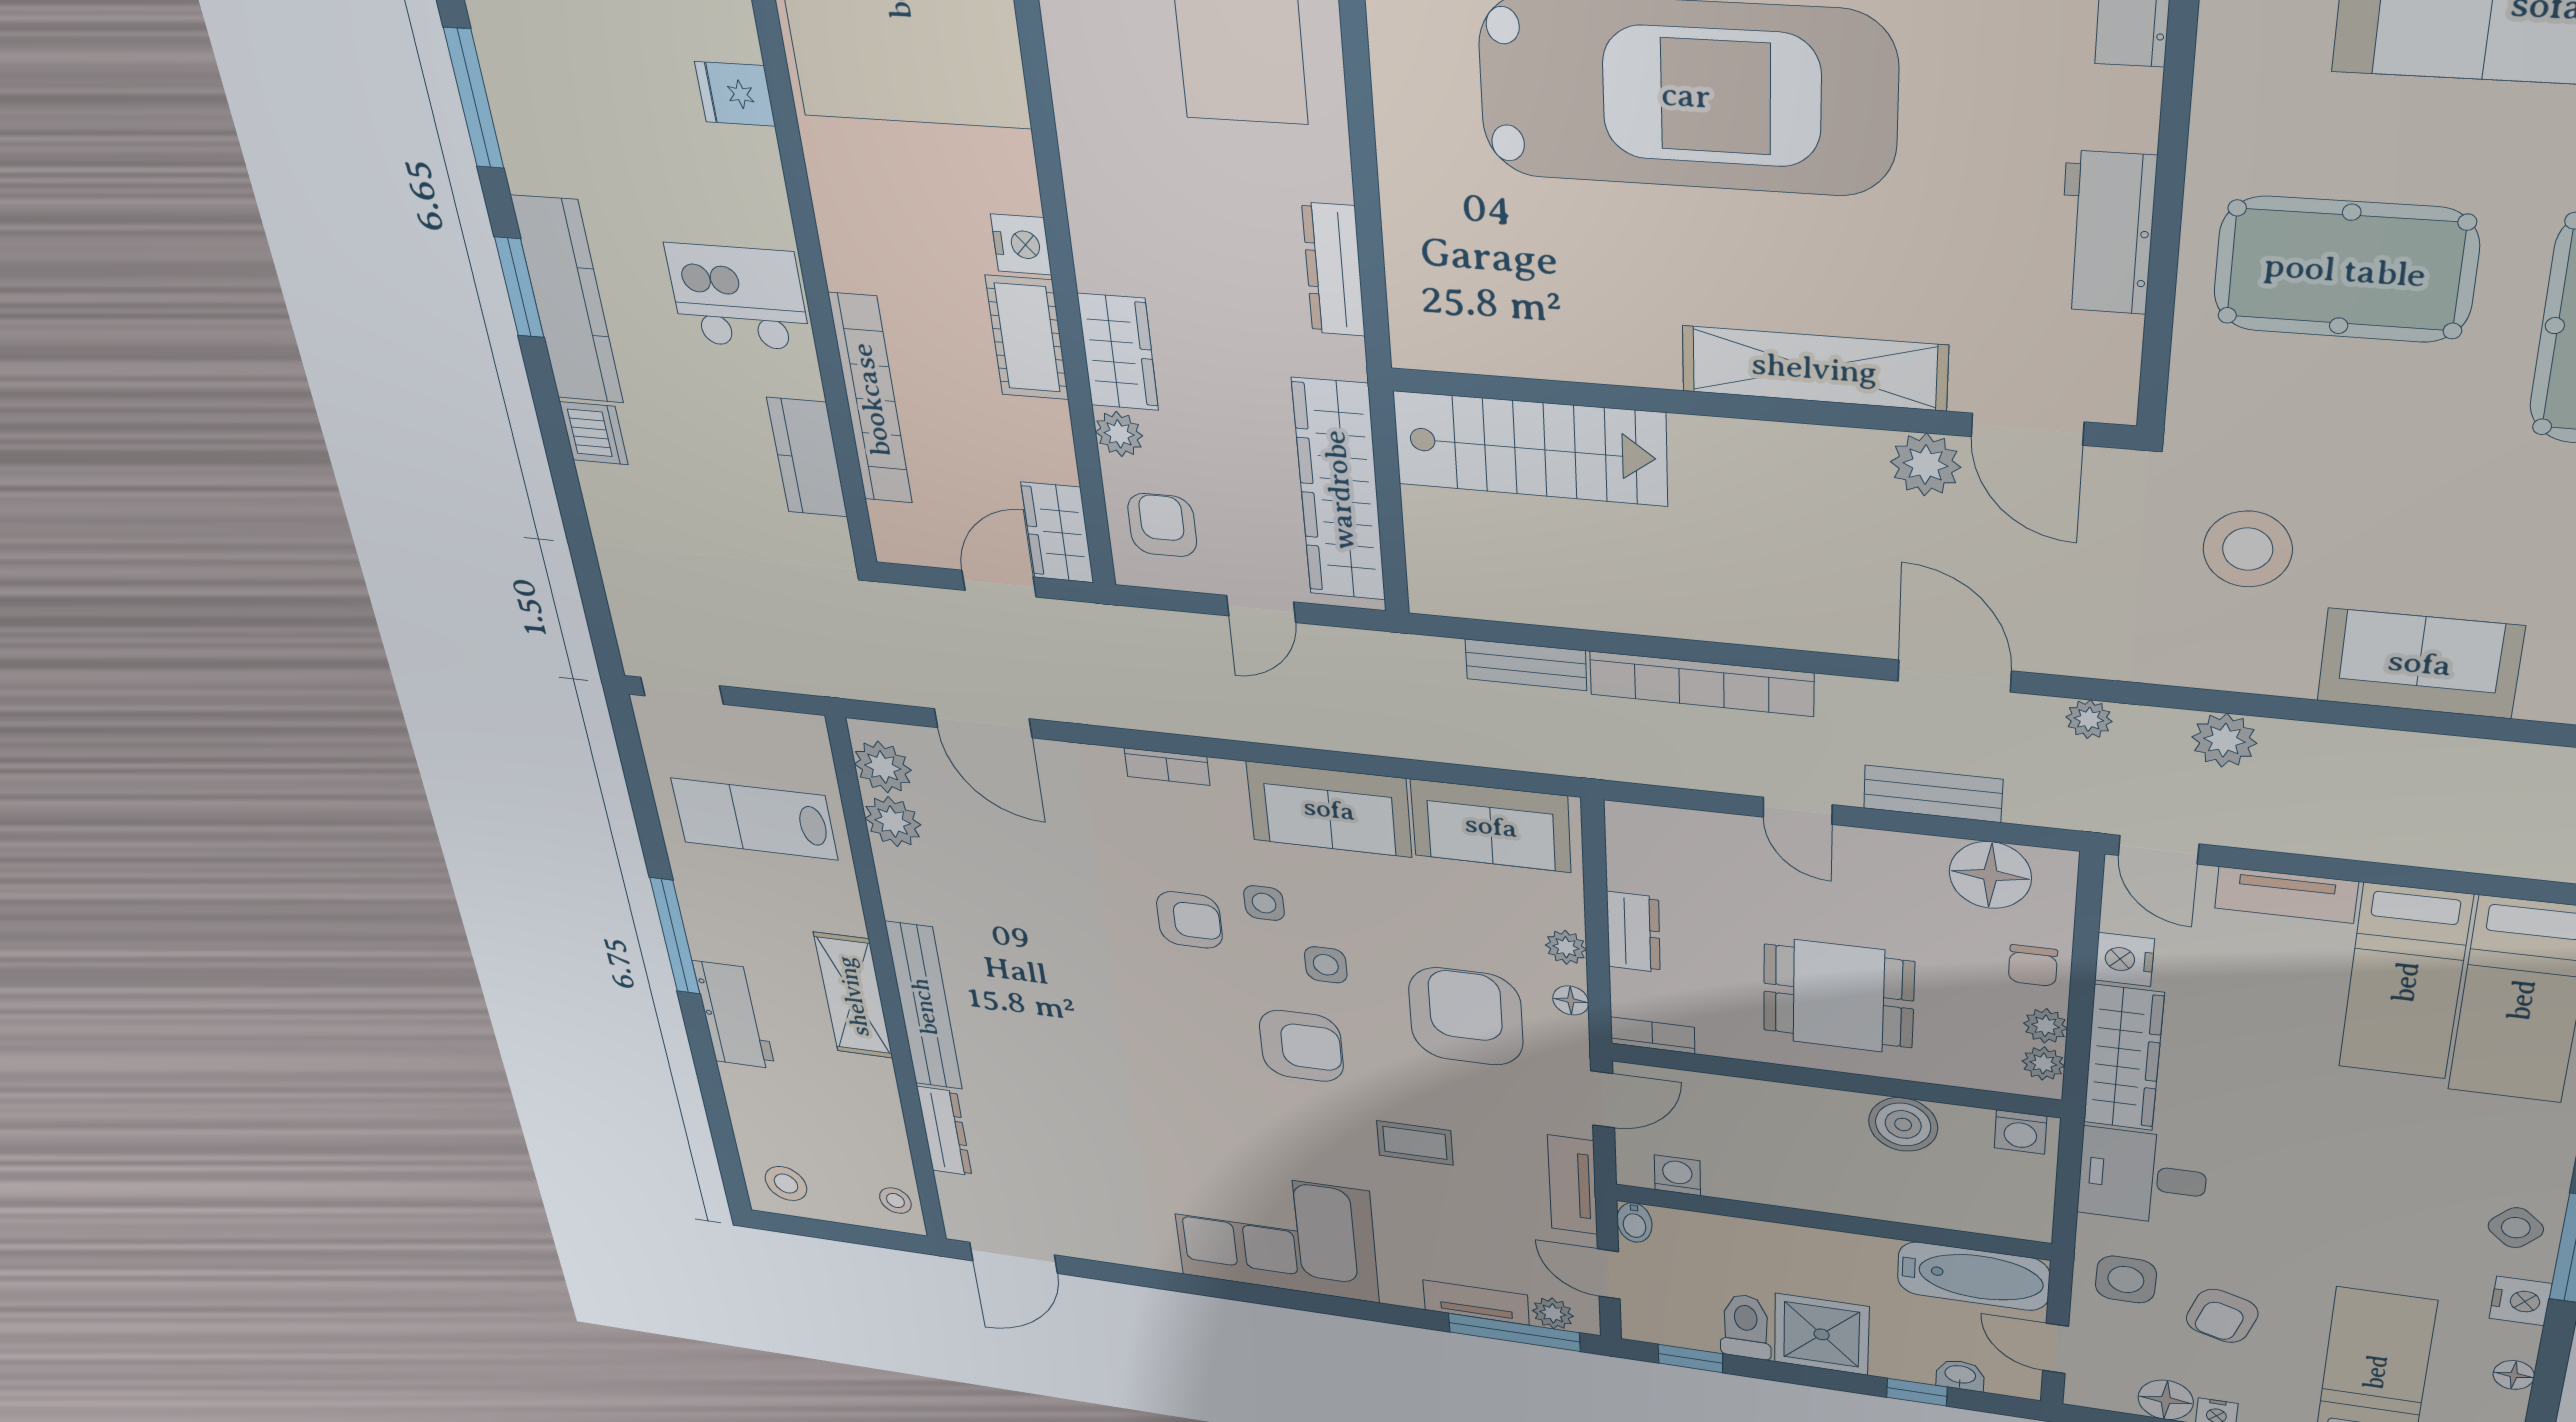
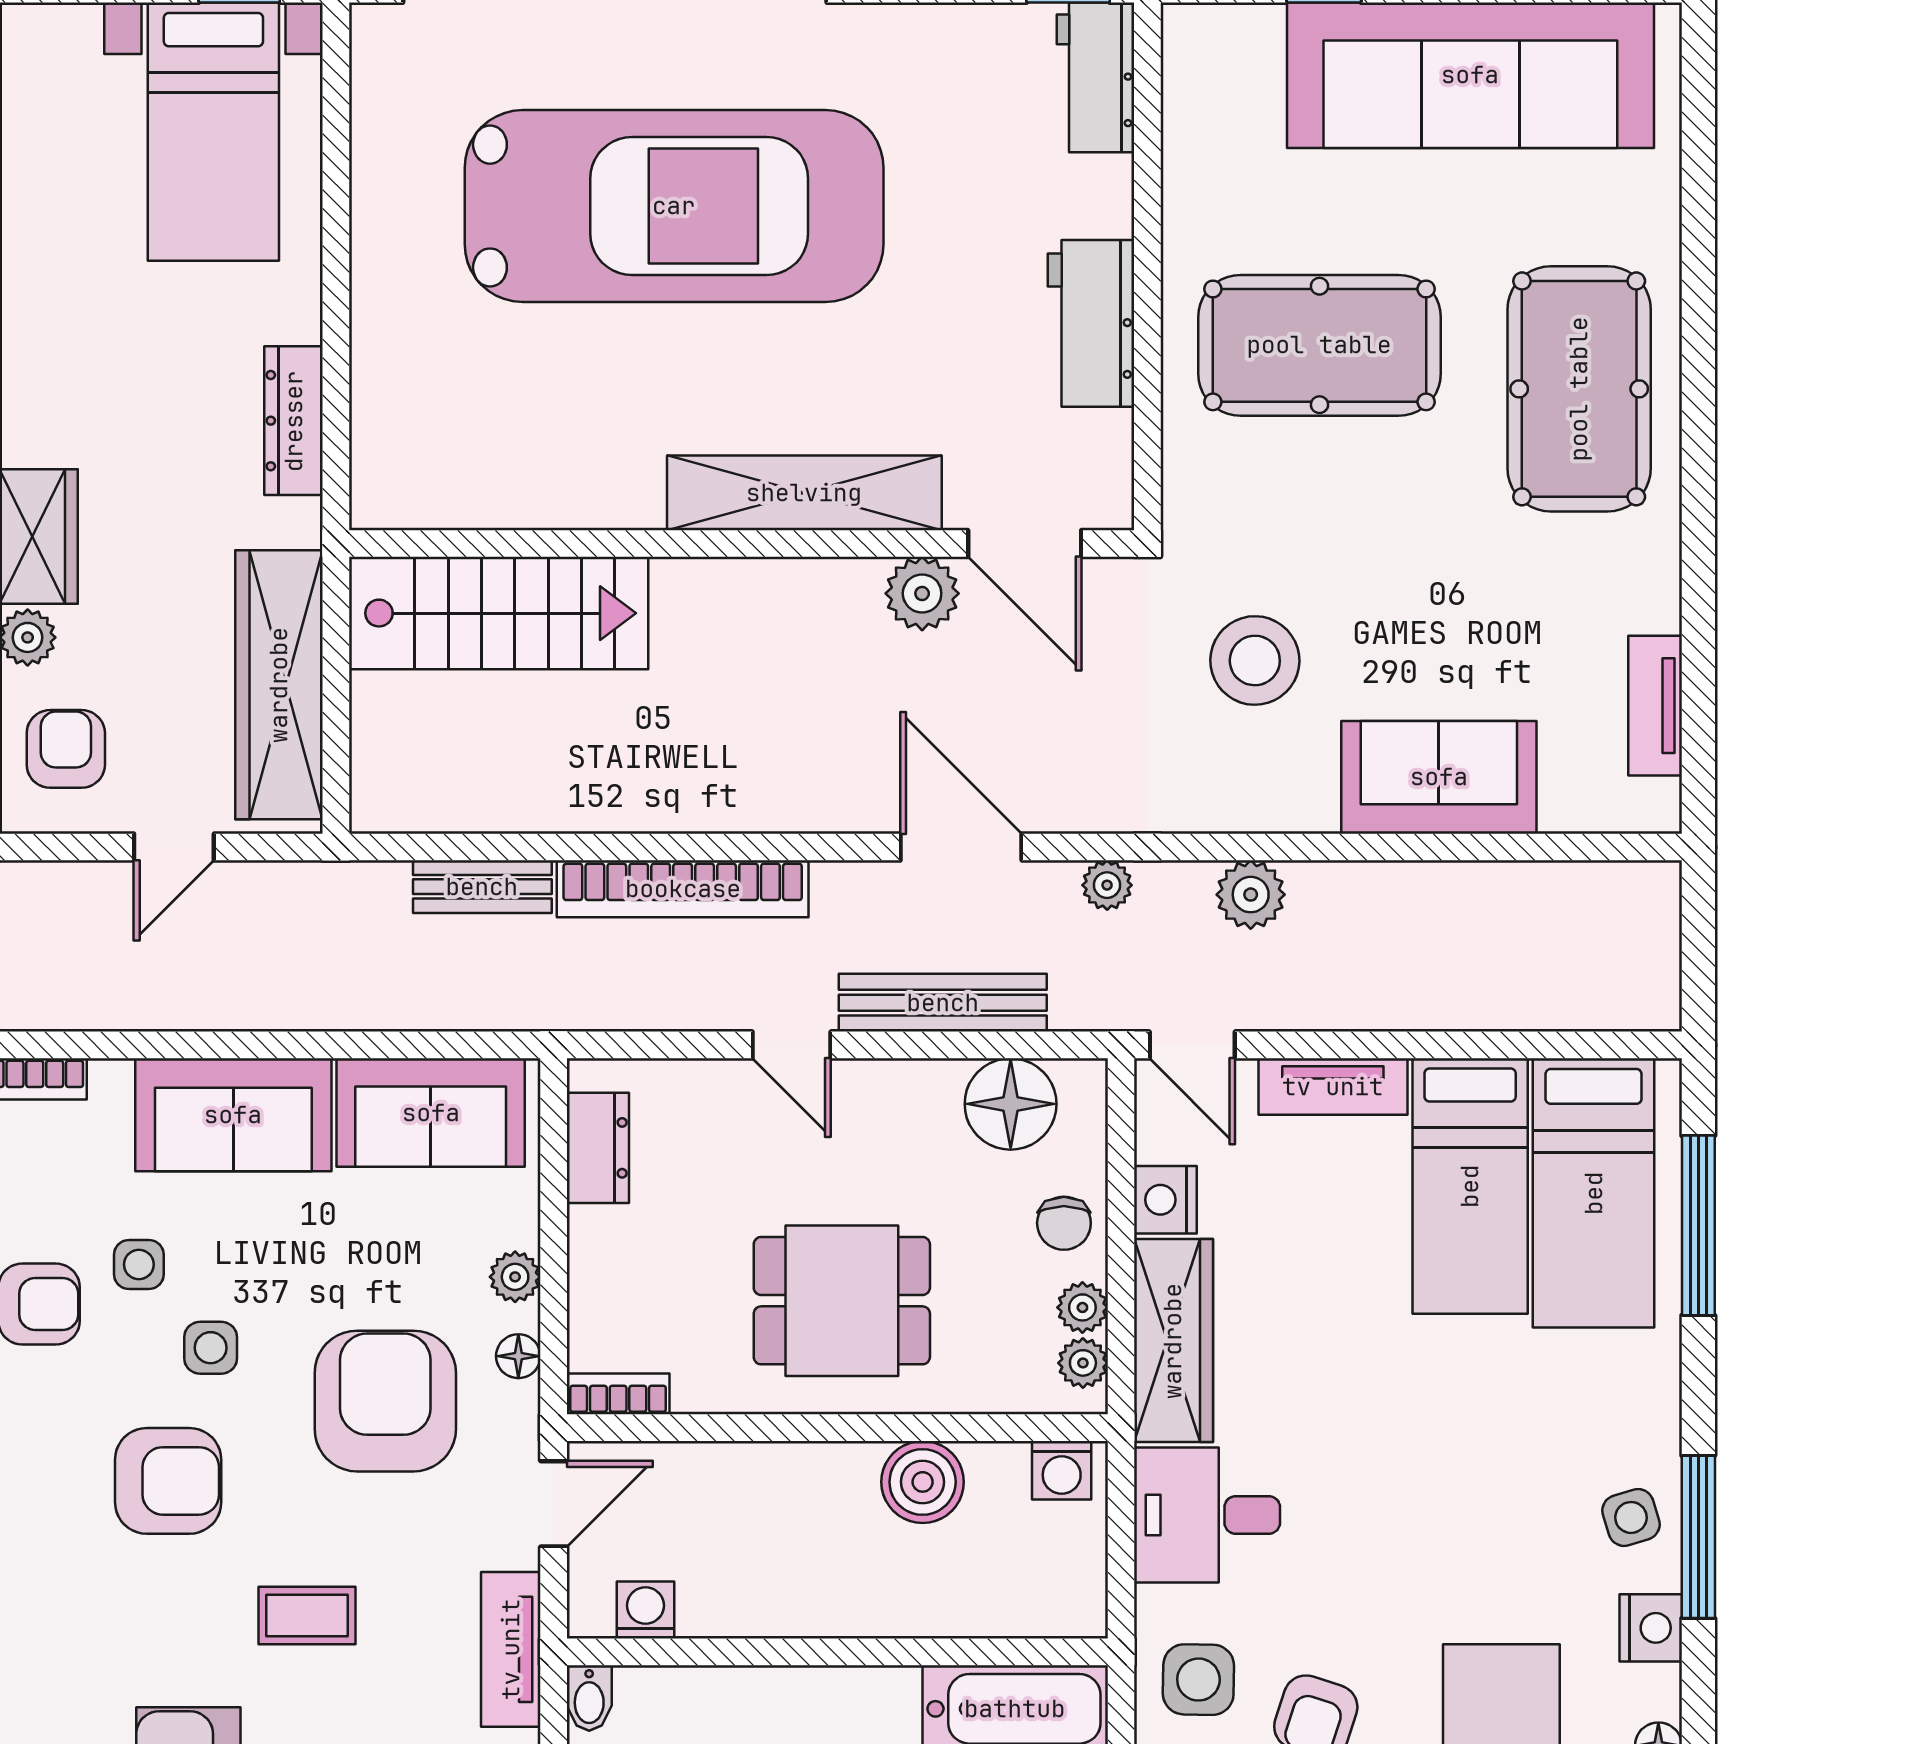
bench: (1933, 794) -> (943, 1003), width x1.36
dresser: (1633, 932) -> (598, 1148), moved
side table: (2516, 1228) -> (1631, 1517), turned 30

